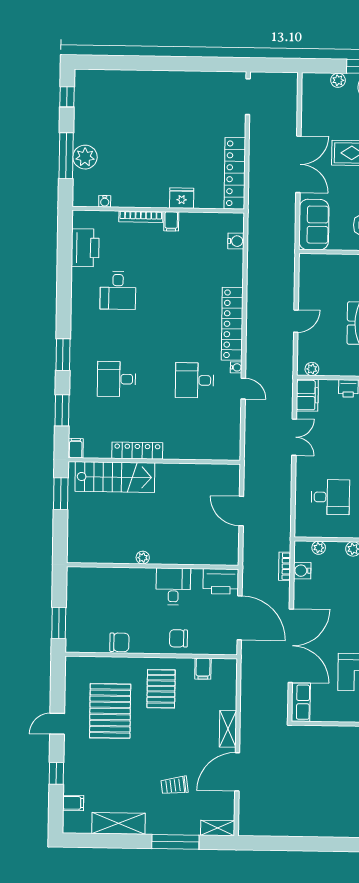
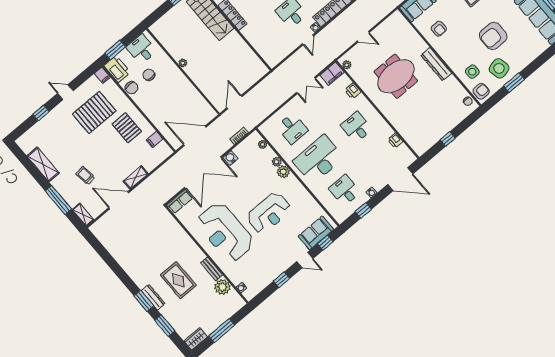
door: (241, 511) -> (234, 102), moved
water cooler: (302, 571) -> (231, 158), moved
printer: (221, 581) -> (117, 69), moved, turned 180
desk: (173, 586) -> (141, 49), moved, turned -90
door: (240, 618) -> (195, 136), swing flipped
chair: (178, 638) -> (149, 75), moved
pallet: (161, 689) -> (127, 128), turned 90
filing cabinet: (73, 803) -> (102, 75), moved

